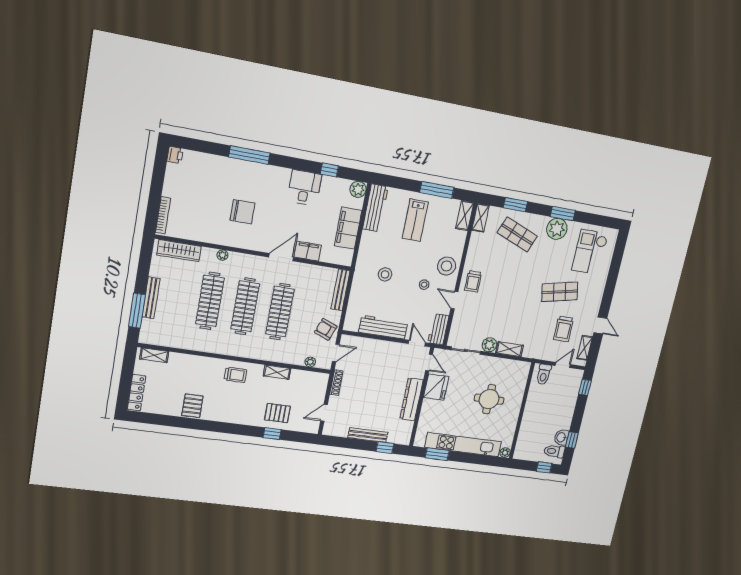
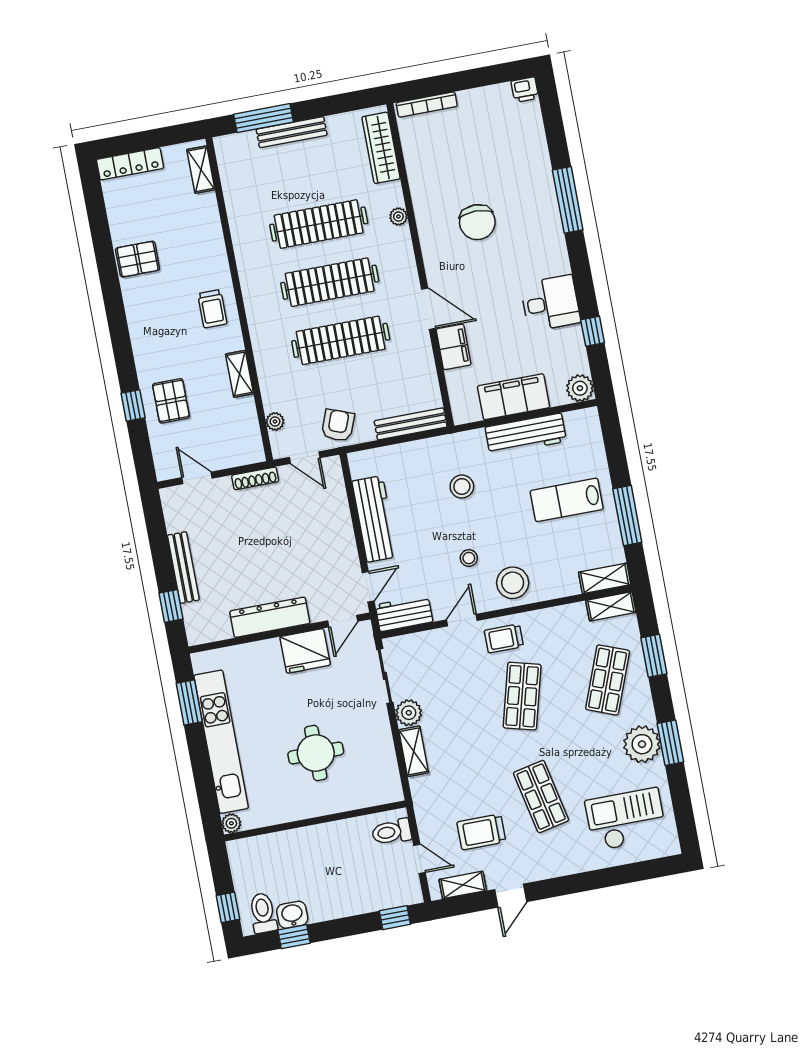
workbench: (375, 208) -> (526, 434), moved
shop shelf: (506, 283) -> (522, 696), added

